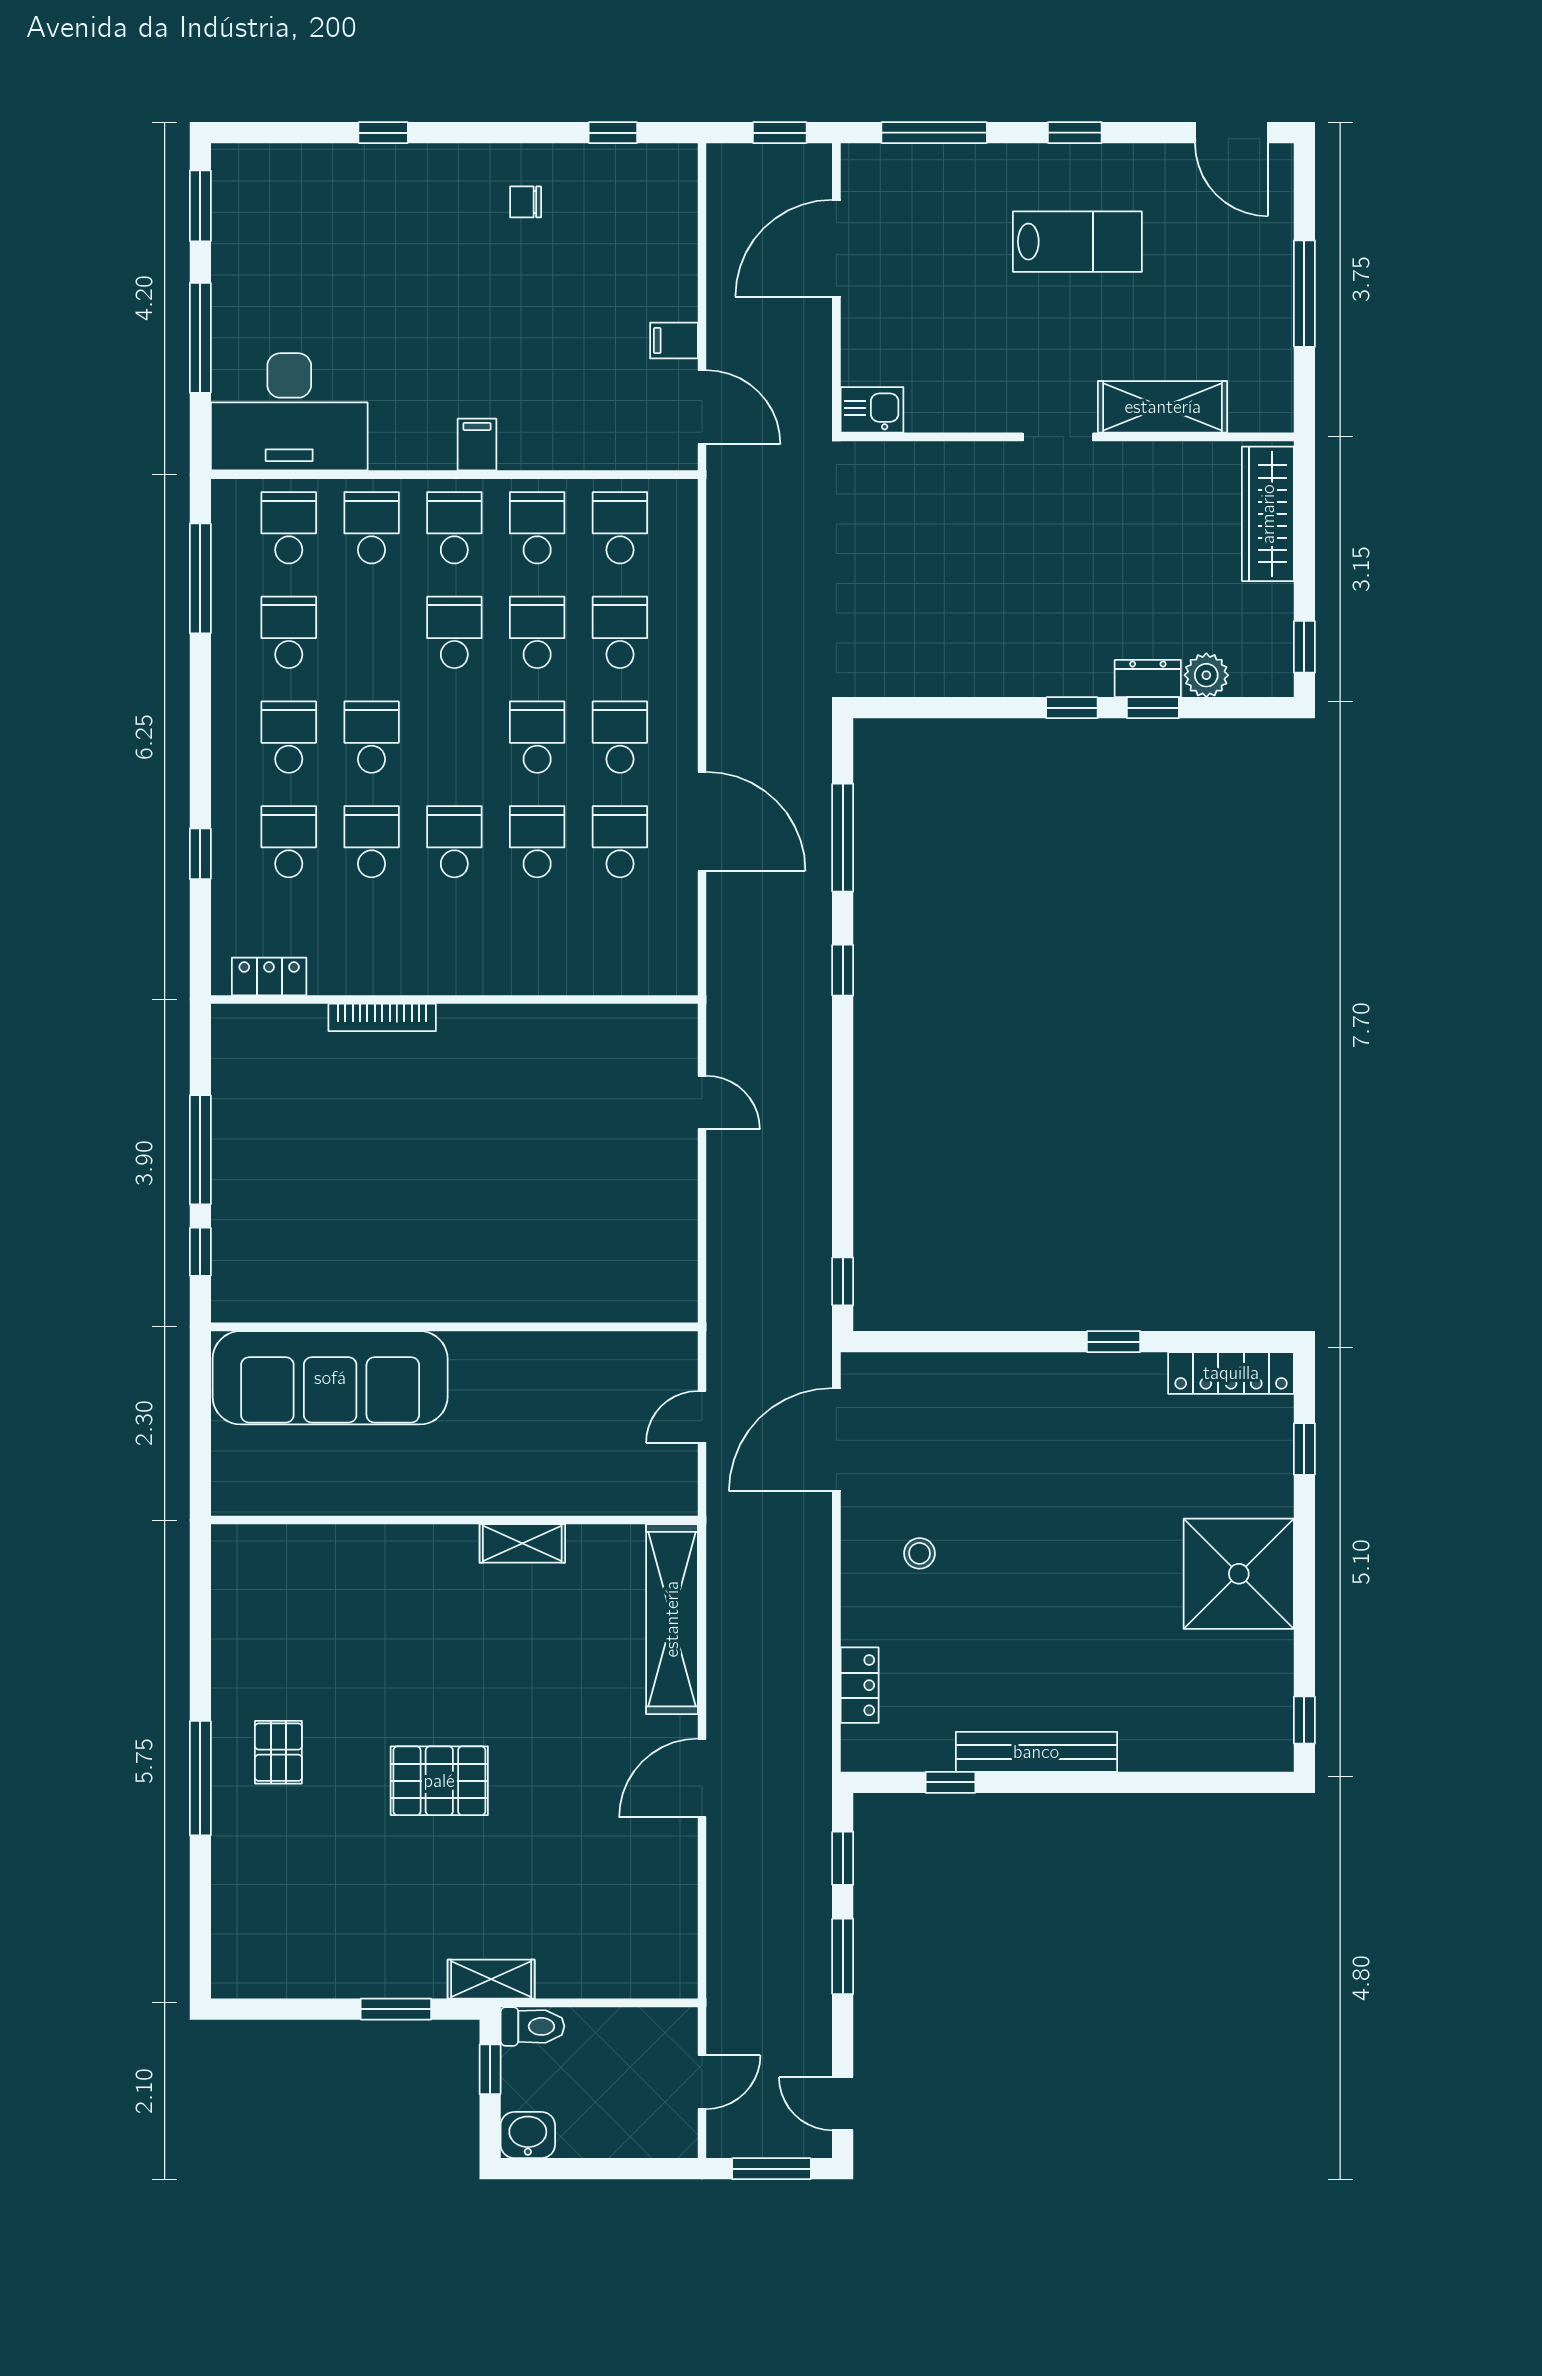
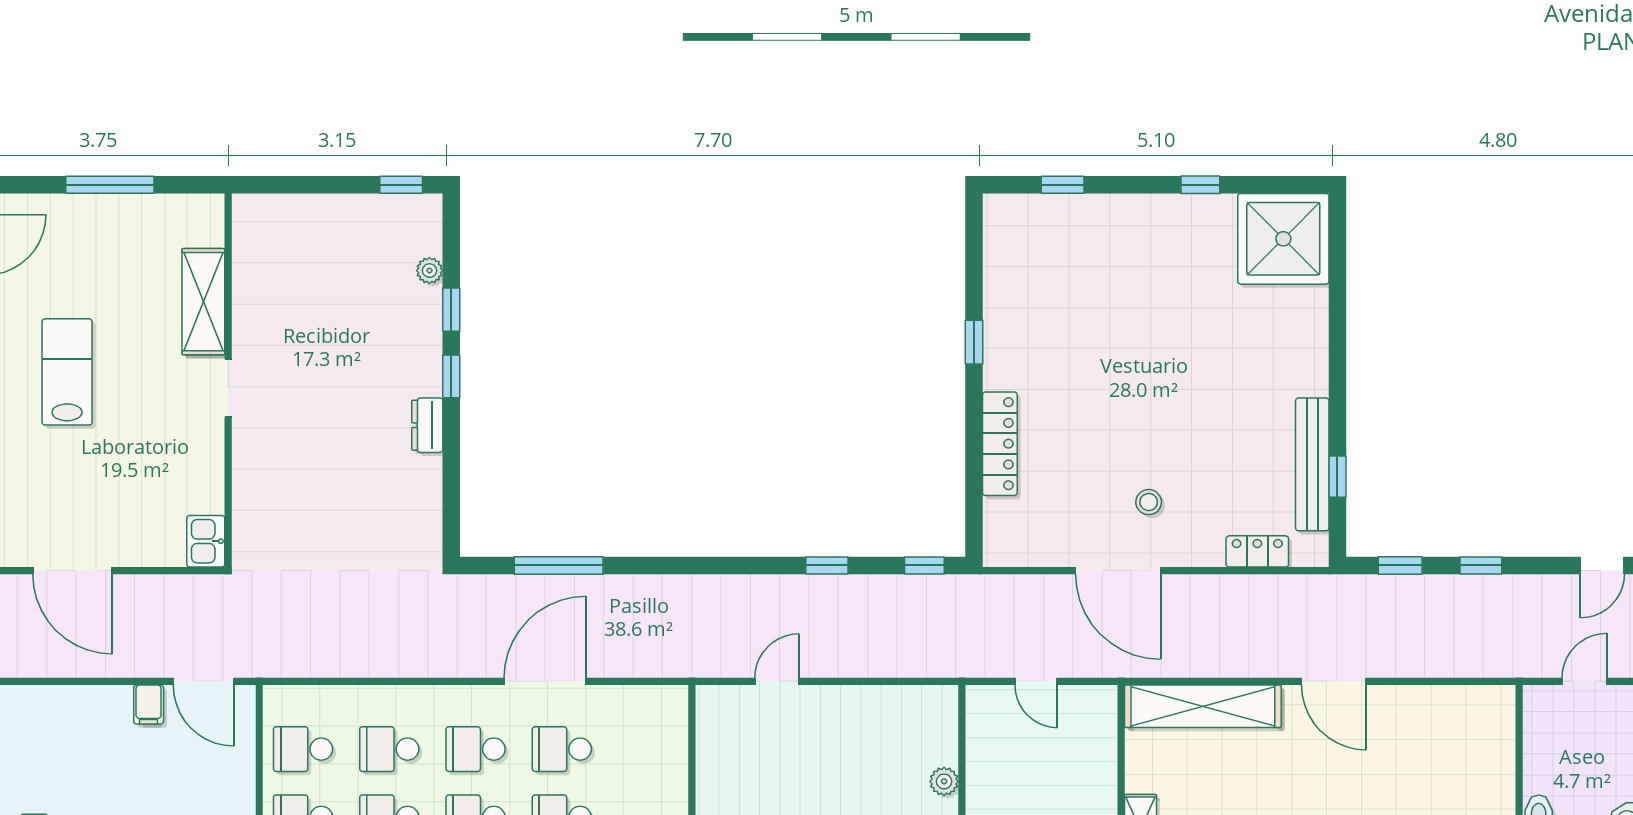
door: (702, 407) -> (204, 681), swing flipped
wardrobe: (1268, 514) -> (292, 215), removed
plant: (1206, 675) -> (429, 271), width x0.73, depth x0.73
dresser: (1148, 679) -> (427, 425), moved
window: (843, 970) -> (827, 565), moved
plant: (581, 1305) -> (944, 781), added
locker: (1231, 1373) -> (1000, 444), moved
door: (836, 1440) -> (1118, 571), moved
shower: (1239, 1574) -> (1283, 239), moved
window: (1304, 1720) -> (1200, 185), moved
bench: (1036, 1752) -> (1312, 464), moved
window: (843, 1956) -> (1481, 565), width x0.67
door: (702, 2082) -> (1584, 681), hinge flipped

